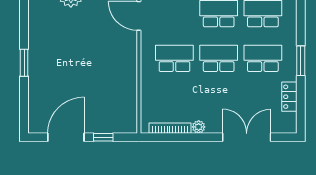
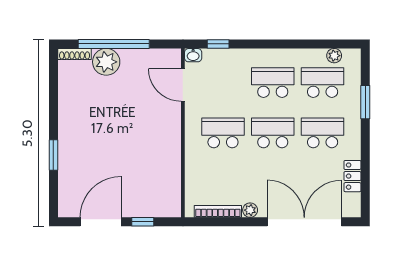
window: (301, 61) -> (365, 102), moved
window: (24, 63) -> (53, 155), moved
double door: (247, 137) -> (304, 222), width x1.36

